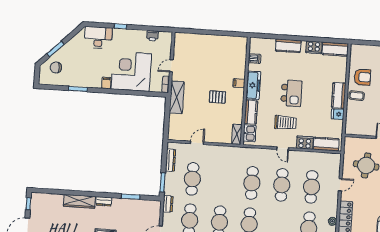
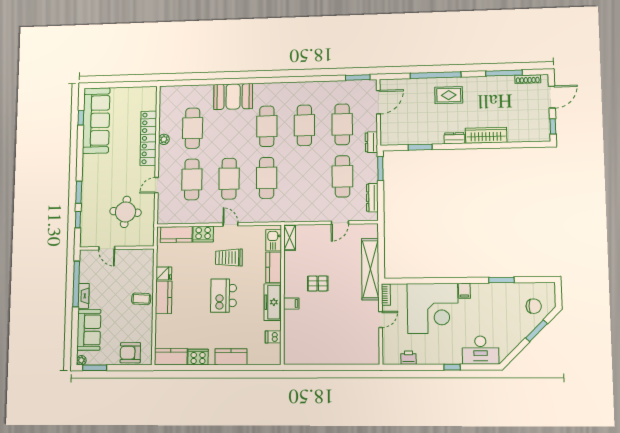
armchair: (362, 77) -> (130, 353), moved
shelving: (177, 97) -> (370, 269), width x1.47

